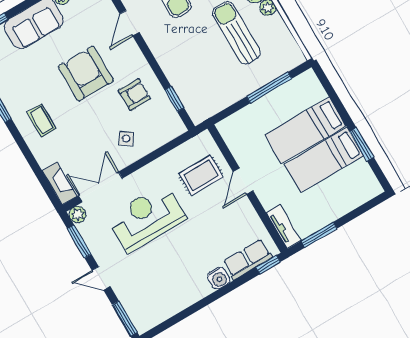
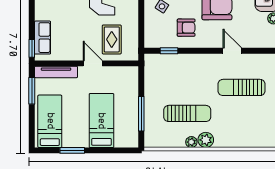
armchair: (134, 95) -> (186, 28), turned -90
bed: (324, 160) -> (50, 121), moved
tv unit: (284, 227) -> (56, 72), width x1.41
water cooler: (219, 278) -> (42, 13), removed

